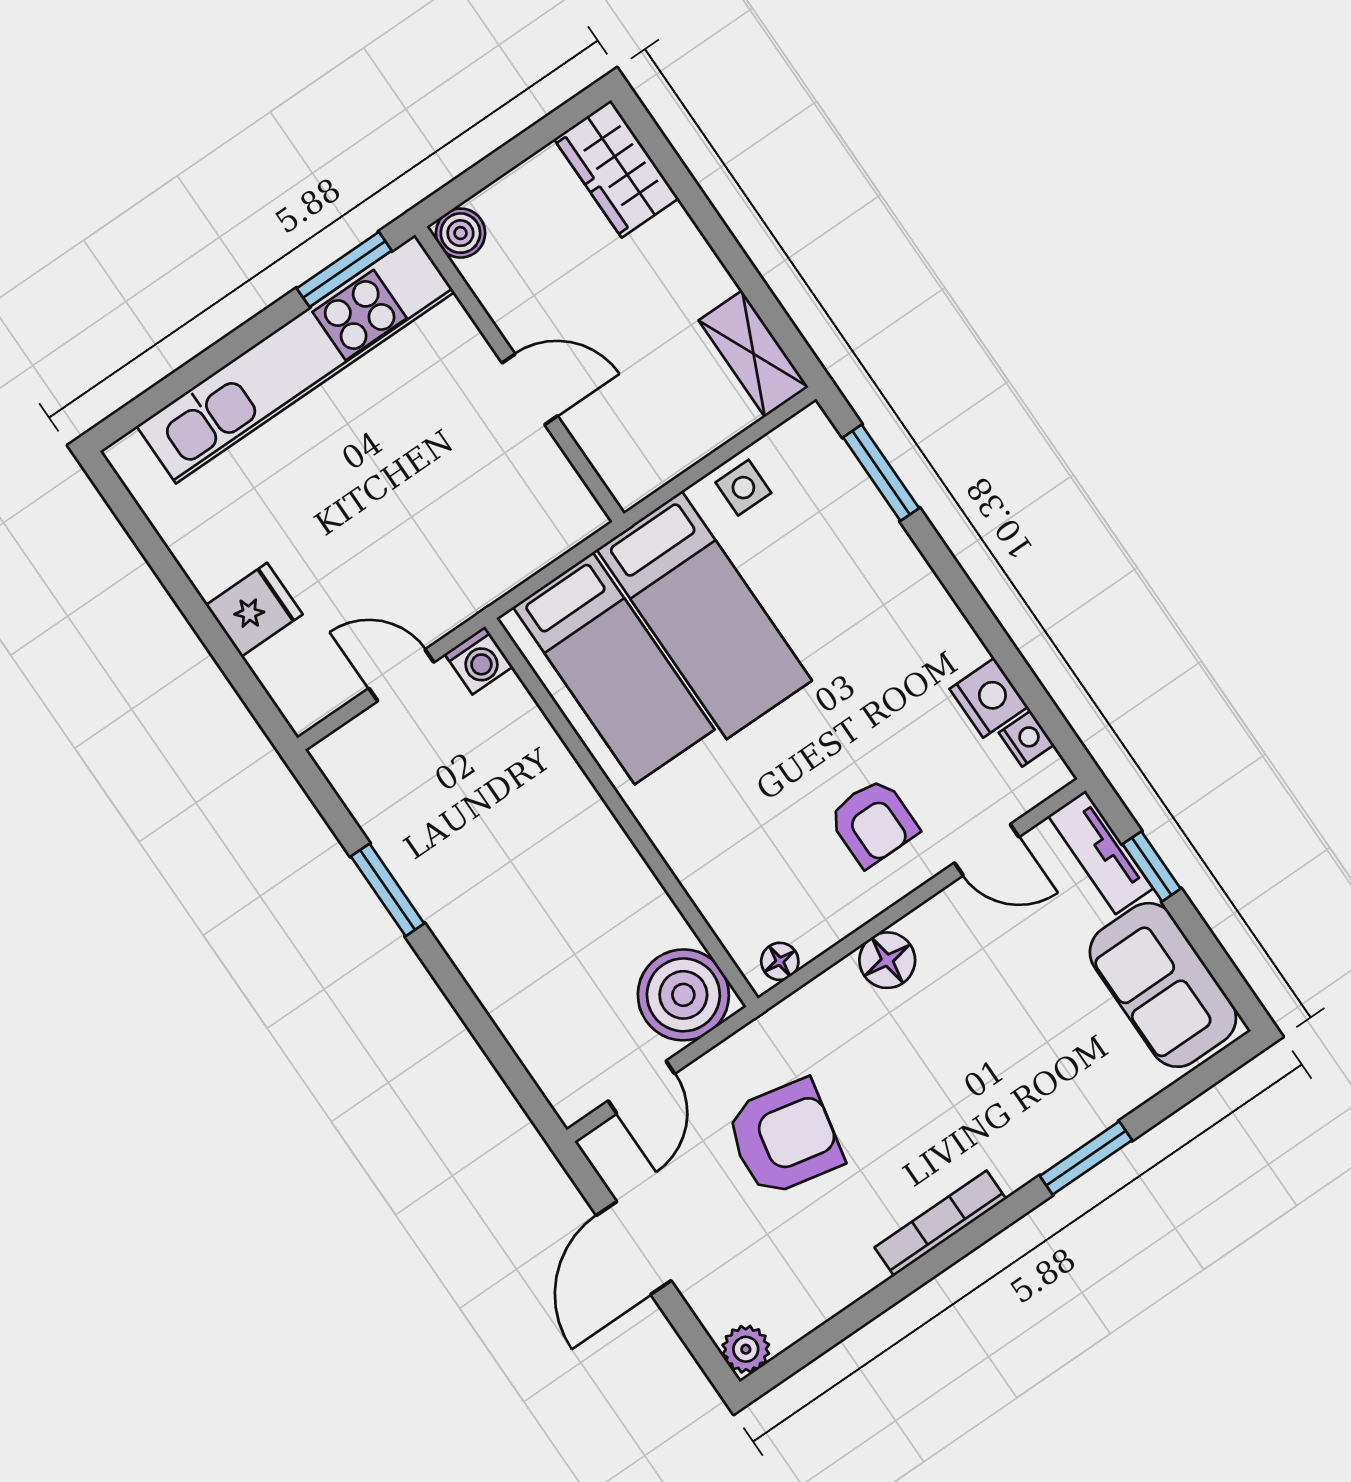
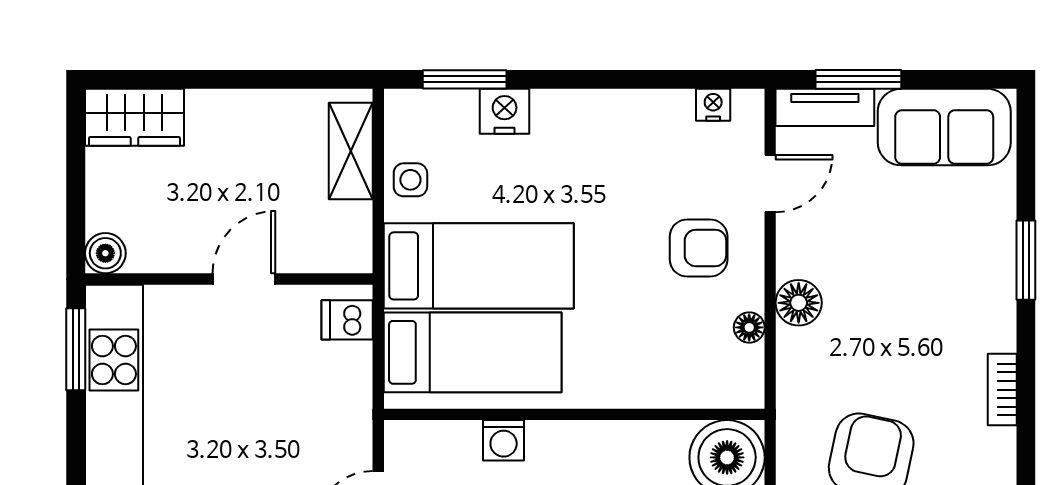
shelving: (753, 354) -> (351, 151), moved, turned 90
dishwasher: (560, 521) -> (347, 320), added
washing machine: (479, 660) -> (504, 440), moved, turned 90
nightstand: (989, 698) -> (505, 111), moved
window: (1152, 866) -> (858, 79), width x1.50
floor lamp: (780, 961) -> (749, 327), moved
bookcase: (940, 1223) -> (1002, 390), width x0.64

